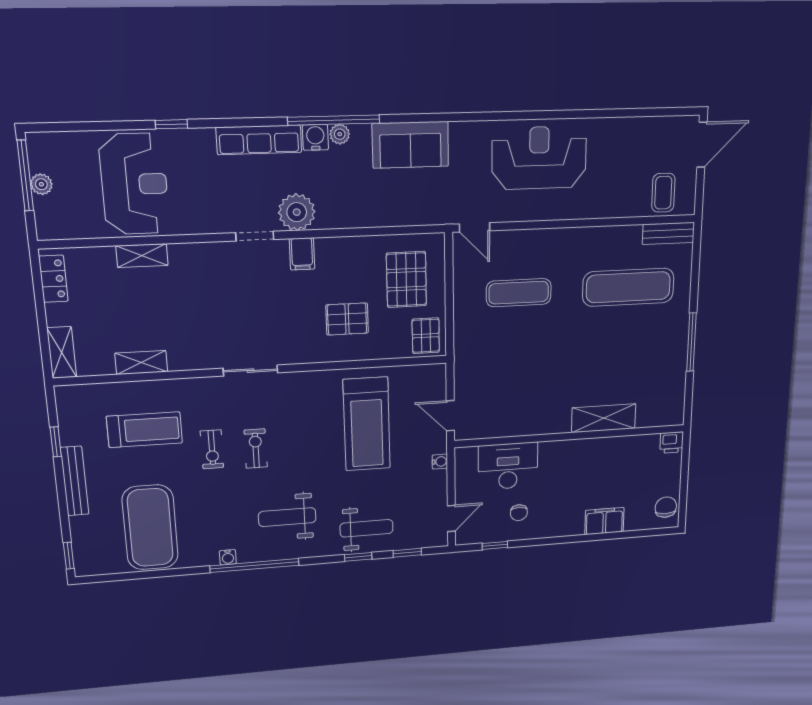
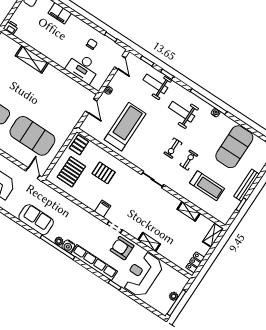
row of seats: (259, 140) -> (94, 263), width x1.36
armchair: (211, 207) -> (122, 248), added
plant: (297, 212) -> (94, 225), removed
shelving: (142, 256) -> (149, 242), moved
exercise mat: (519, 293) -> (32, 136), width x2.00, depth x1.45
treadmill: (145, 430) -> (207, 186), turned 180
weight bench: (287, 517) -> (182, 112), turned 180
door: (451, 518) -> (120, 62), swing flipped

